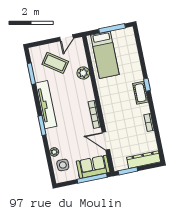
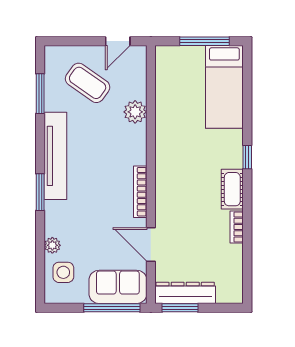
bed: (105, 55) -> (224, 87), moved
cot: (140, 93) -> (232, 189), moved
dresser: (144, 160) -> (185, 293), moved

